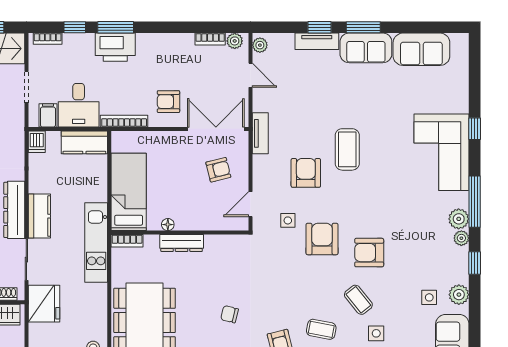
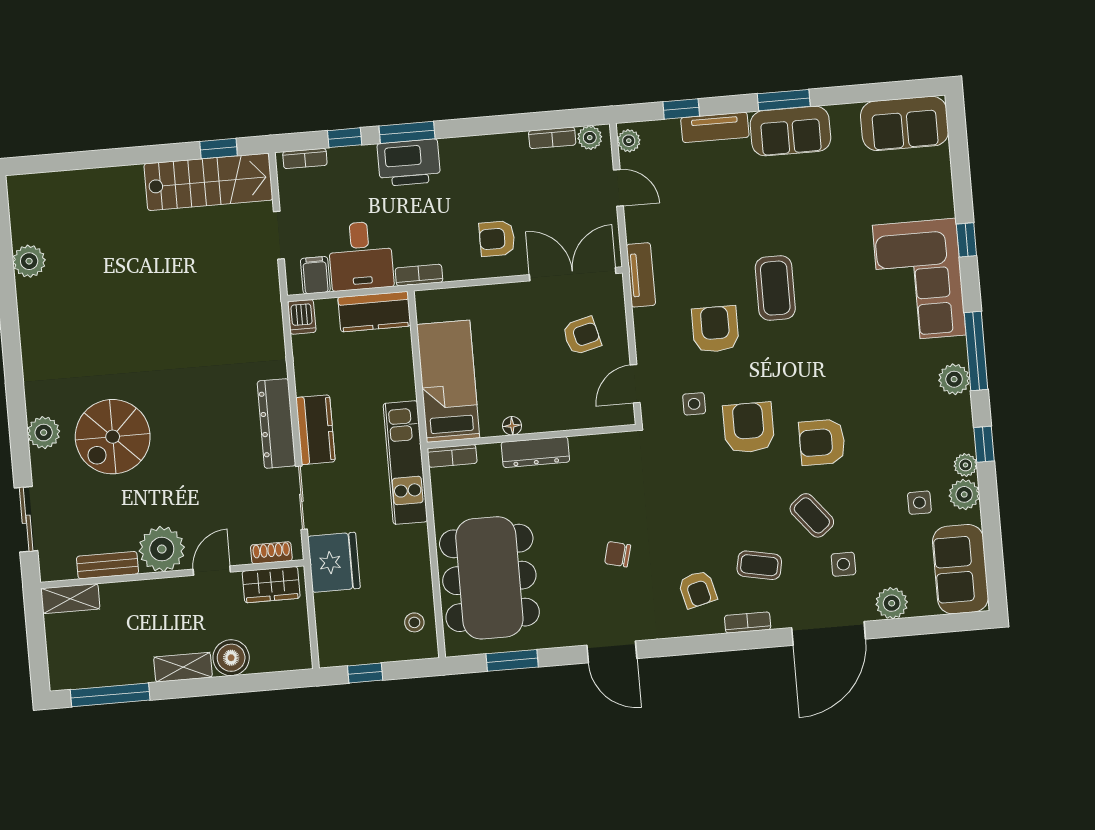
window: (320, 27) -> (681, 109), moved
sofa: (421, 49) -> (905, 123), moved
bookcase: (124, 121) -> (419, 275), width x0.64
plant: (461, 238) -> (965, 465), moved

